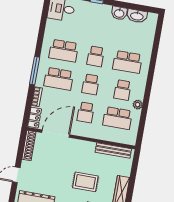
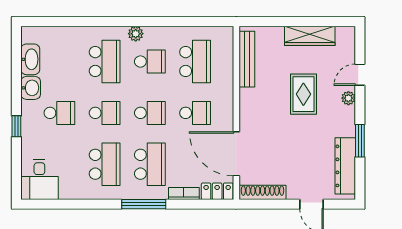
school desk: (100, 28) -> (59, 113), added
plant: (138, 105) -> (136, 34), moved

